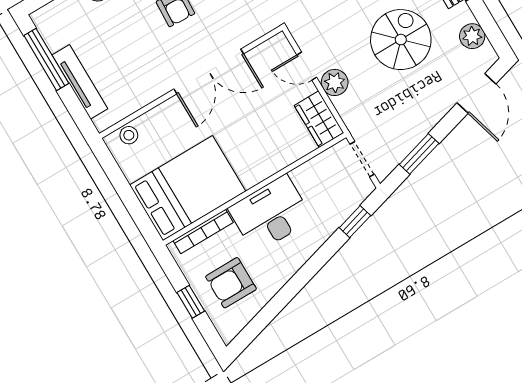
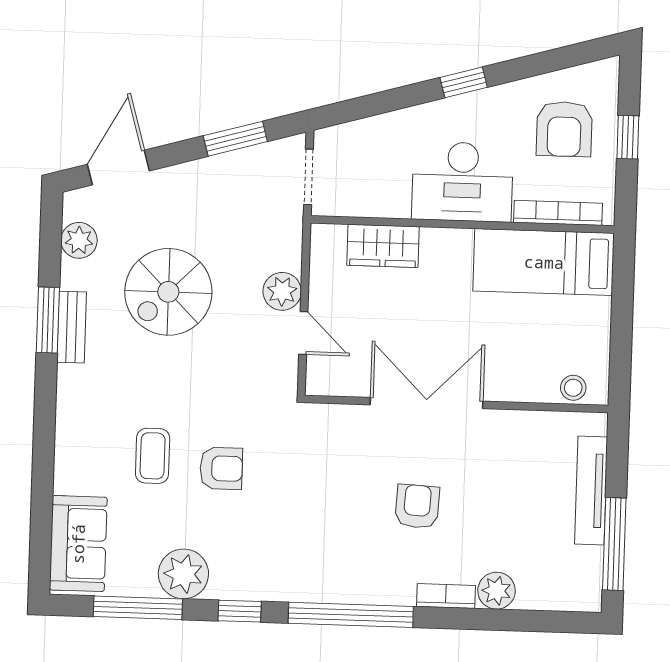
wardrobe: (319, 119) -> (383, 246), moved, turned 90
bed: (188, 188) -> (544, 262), width x0.67
window: (355, 222) -> (464, 82), moved
armchair: (231, 283) -> (564, 129), turned 90

